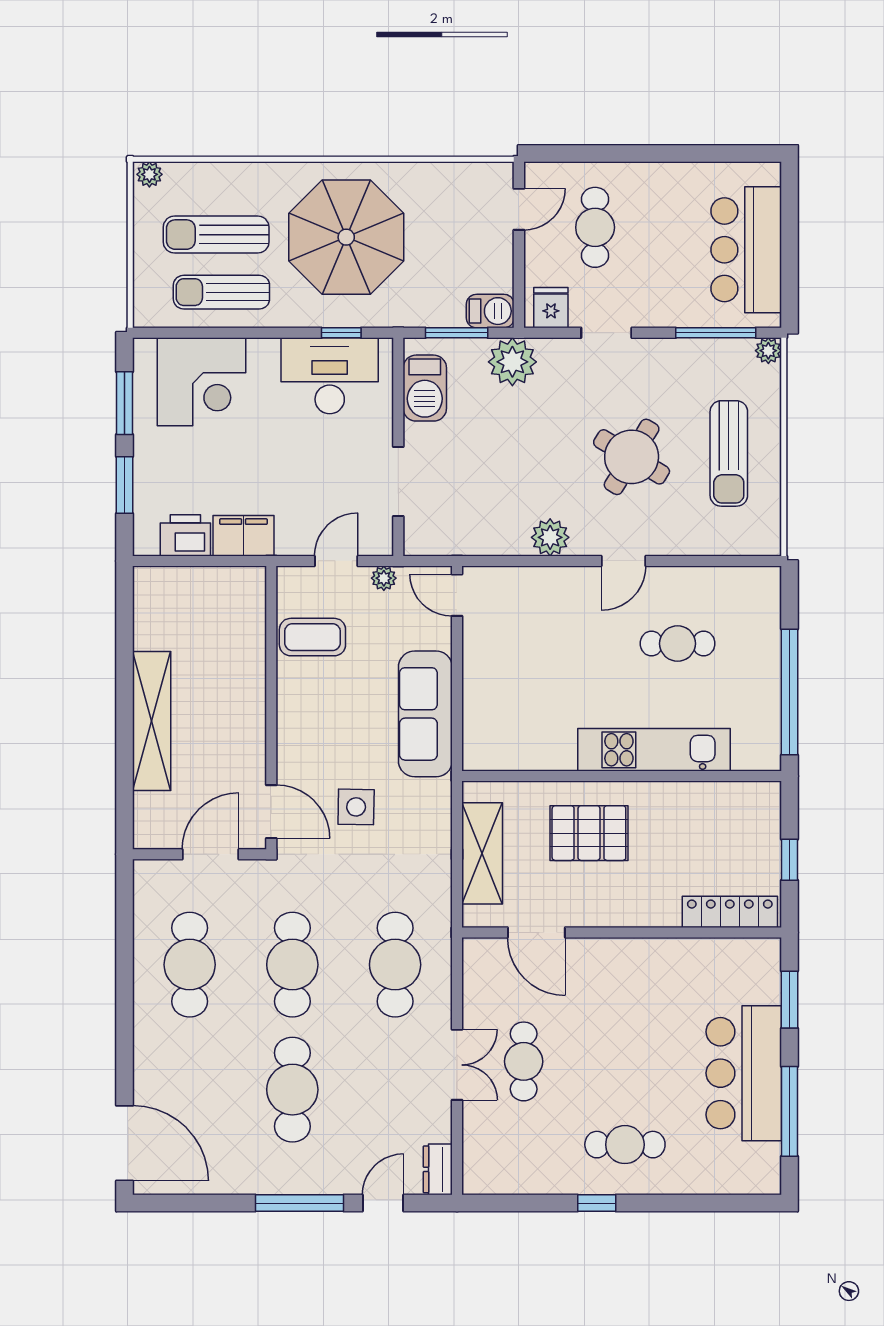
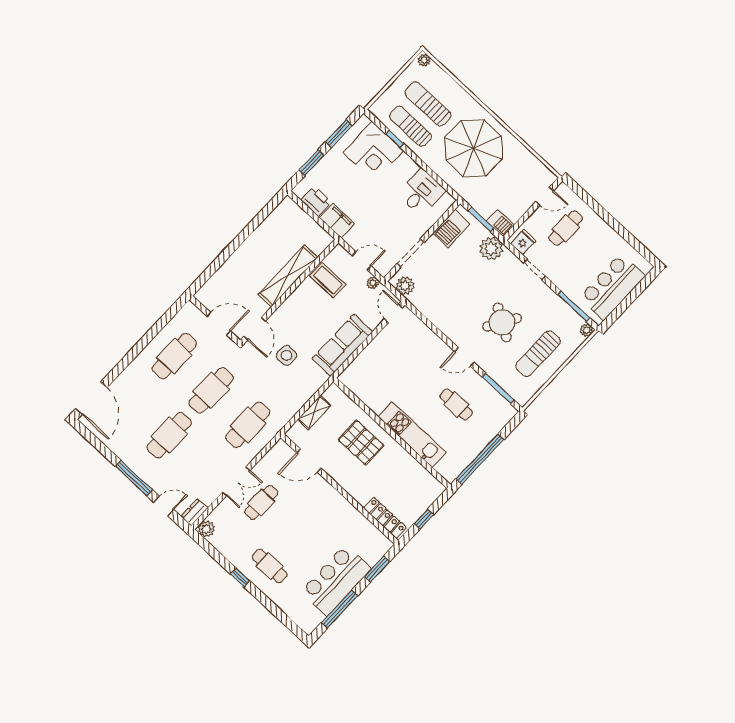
window: (341, 333) -> (395, 139), moved
desk: (330, 376) -> (421, 192), width x0.73
plant: (550, 537) -> (405, 286), moved
window: (718, 561) -> (498, 388), added
shelving: (152, 721) -> (288, 276), moved
shelving: (482, 853) -> (314, 412), width x0.67, depth x0.75
door: (536, 933) -> (309, 461), hinge flipped
plant: (479, 1178) -> (206, 529), added

